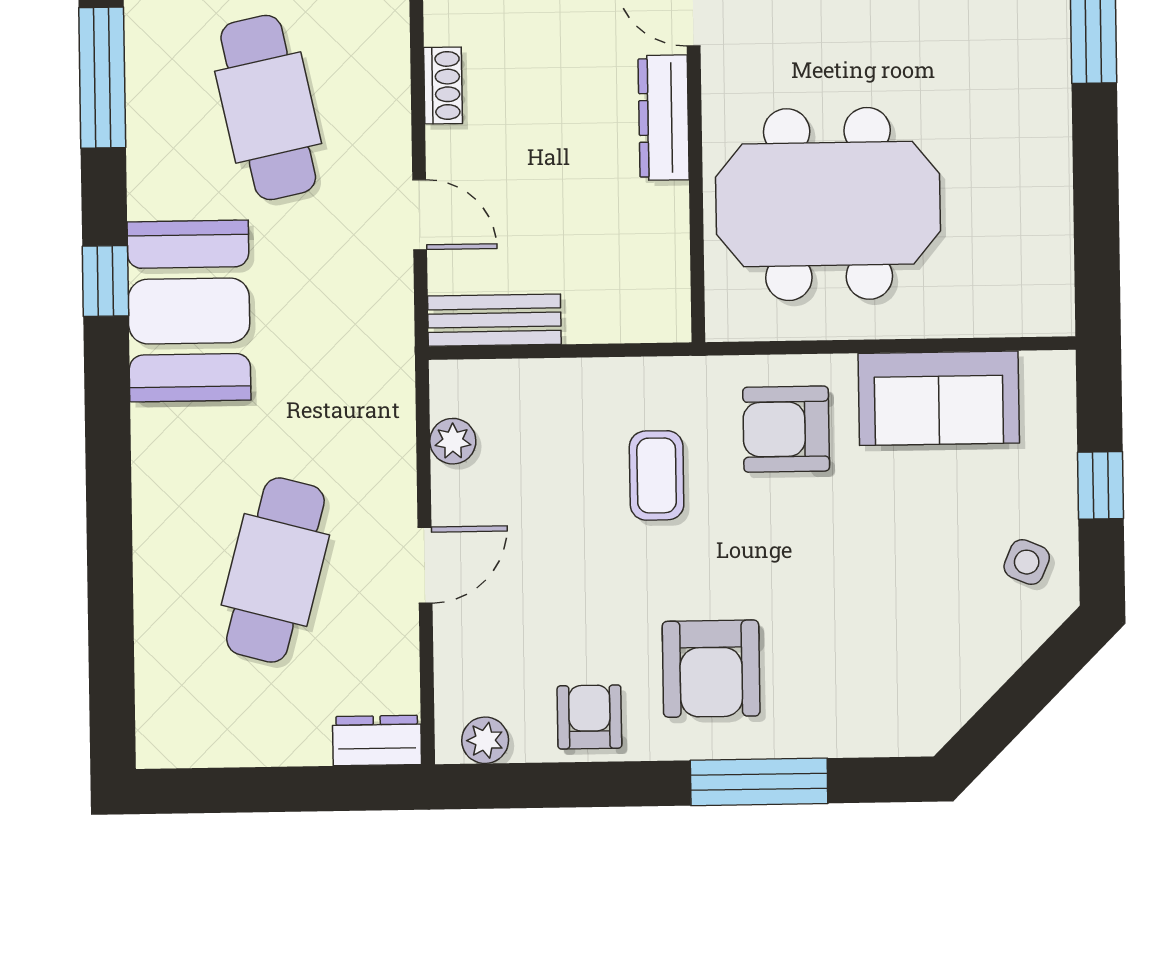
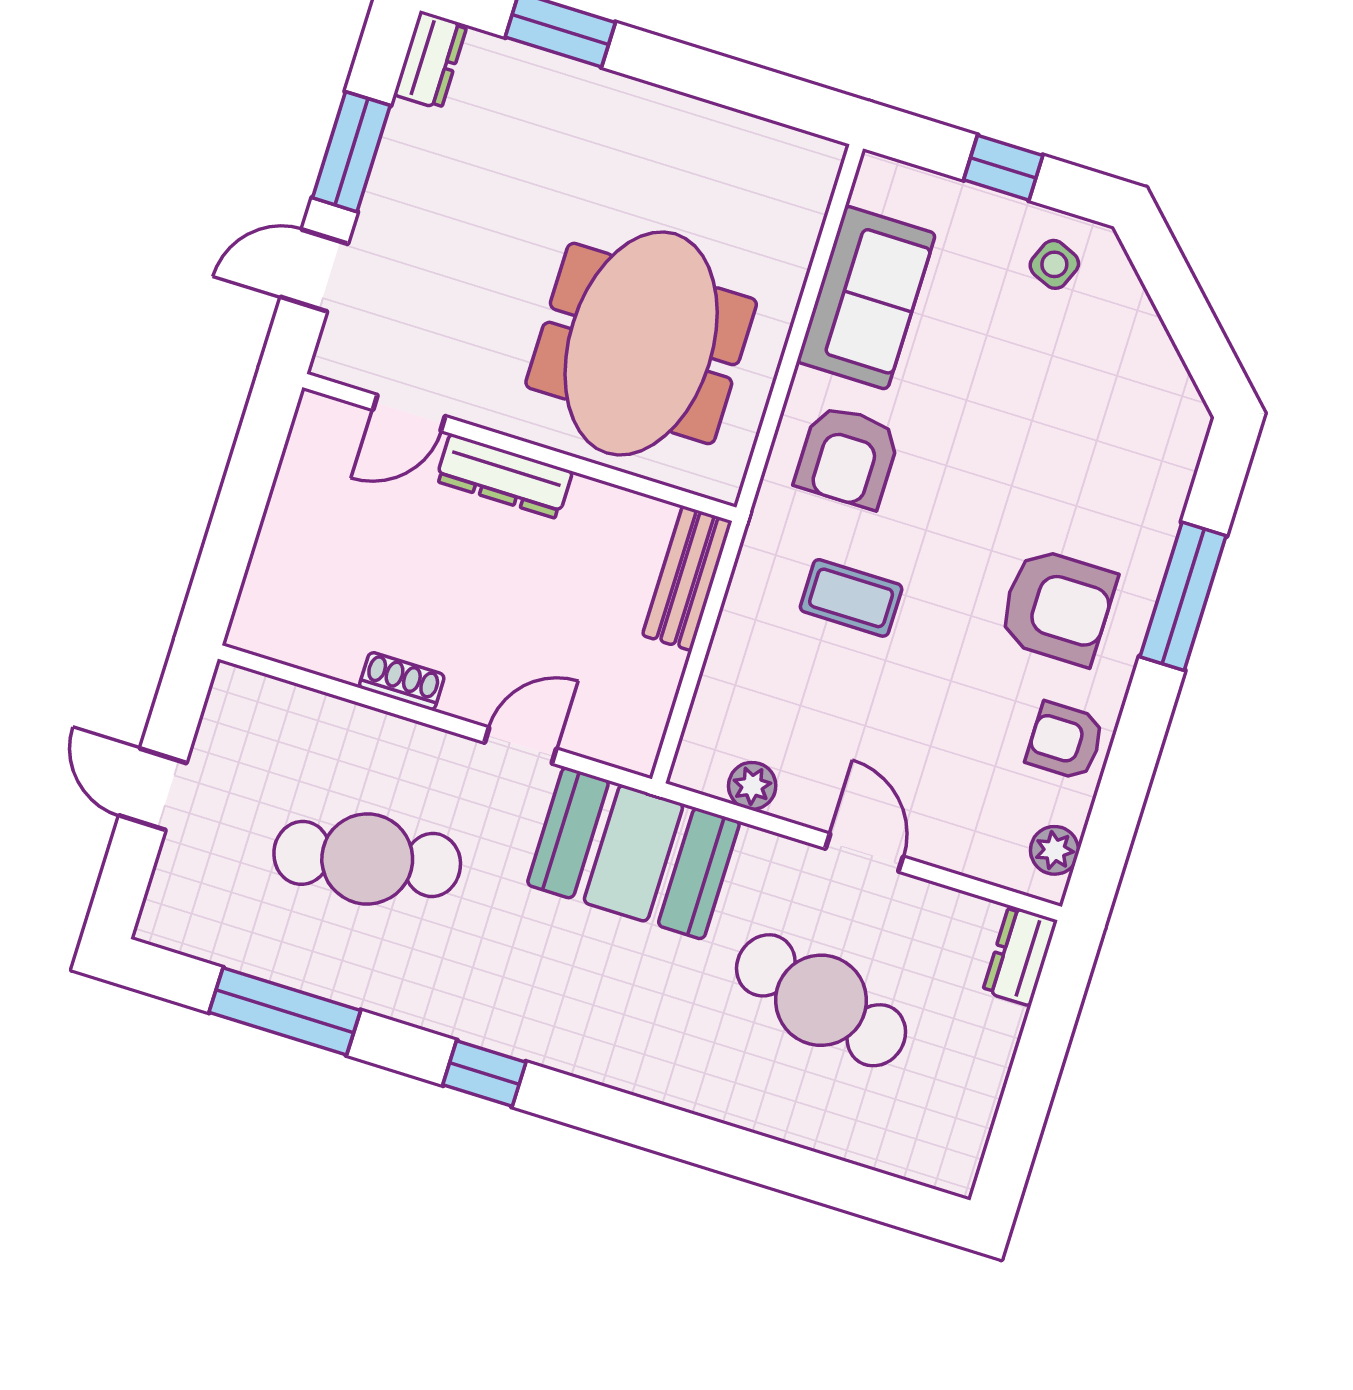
booth: (189, 311) -> (633, 853), moved
bench: (494, 320) -> (687, 578), moved

